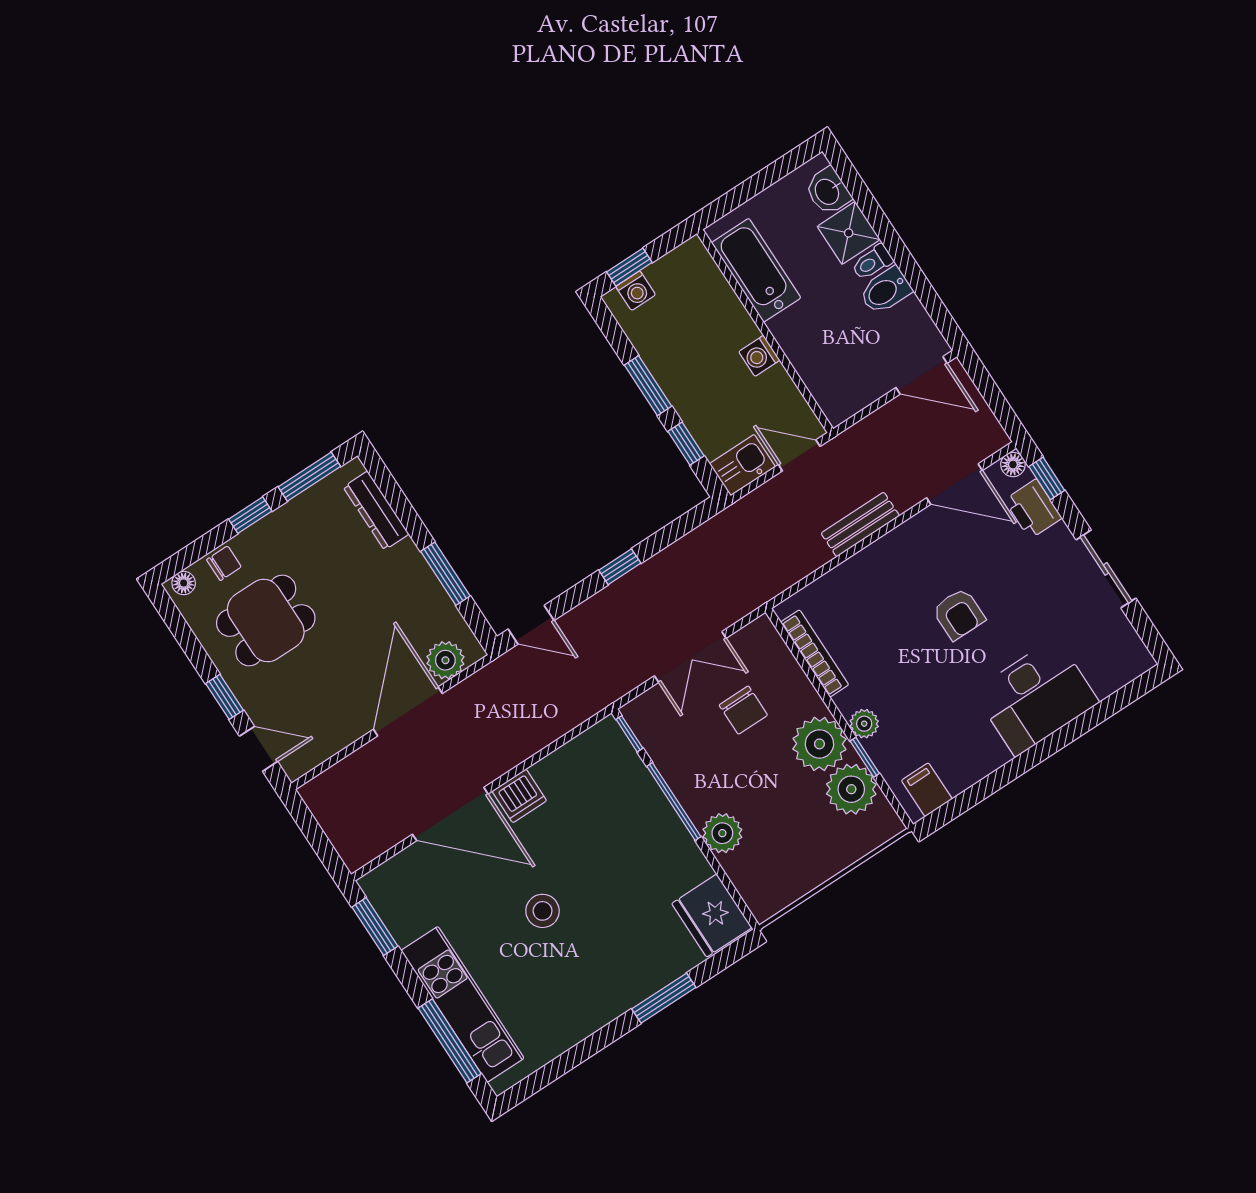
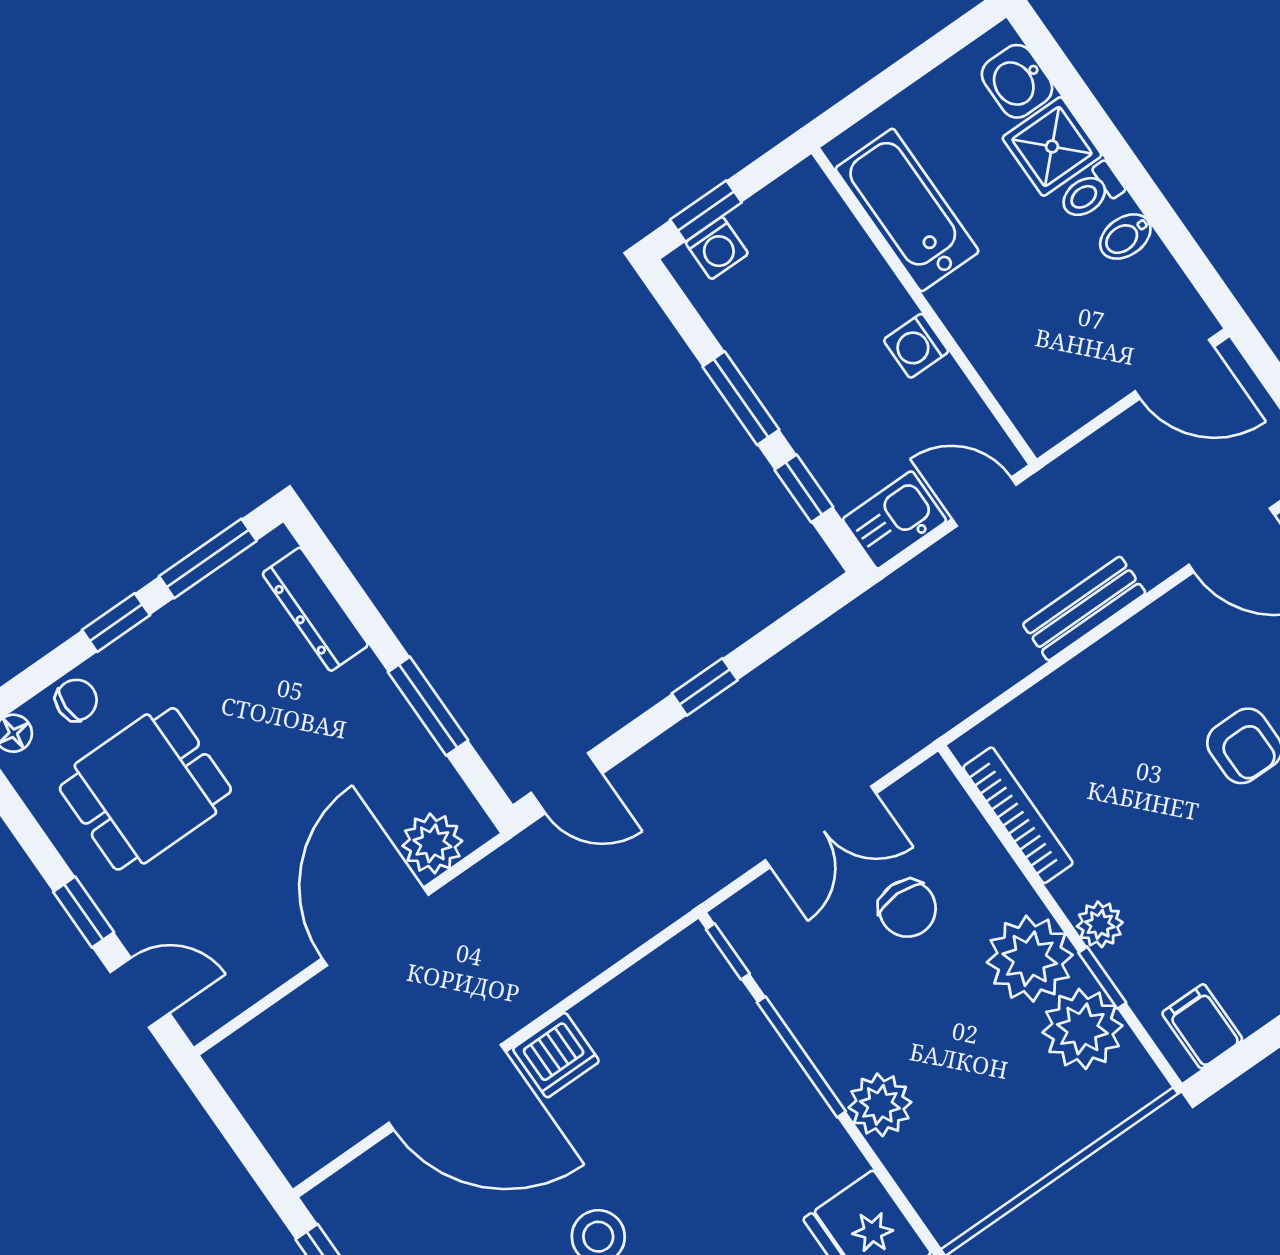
bidet: (885, 291) -> (1125, 237), width x0.72, depth x0.74

